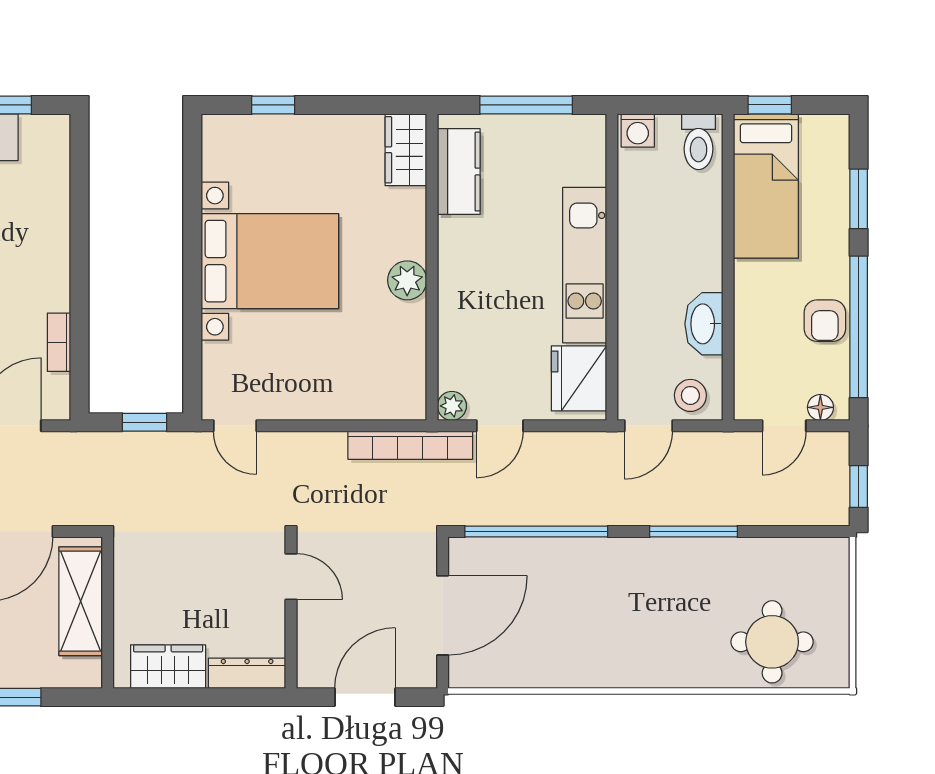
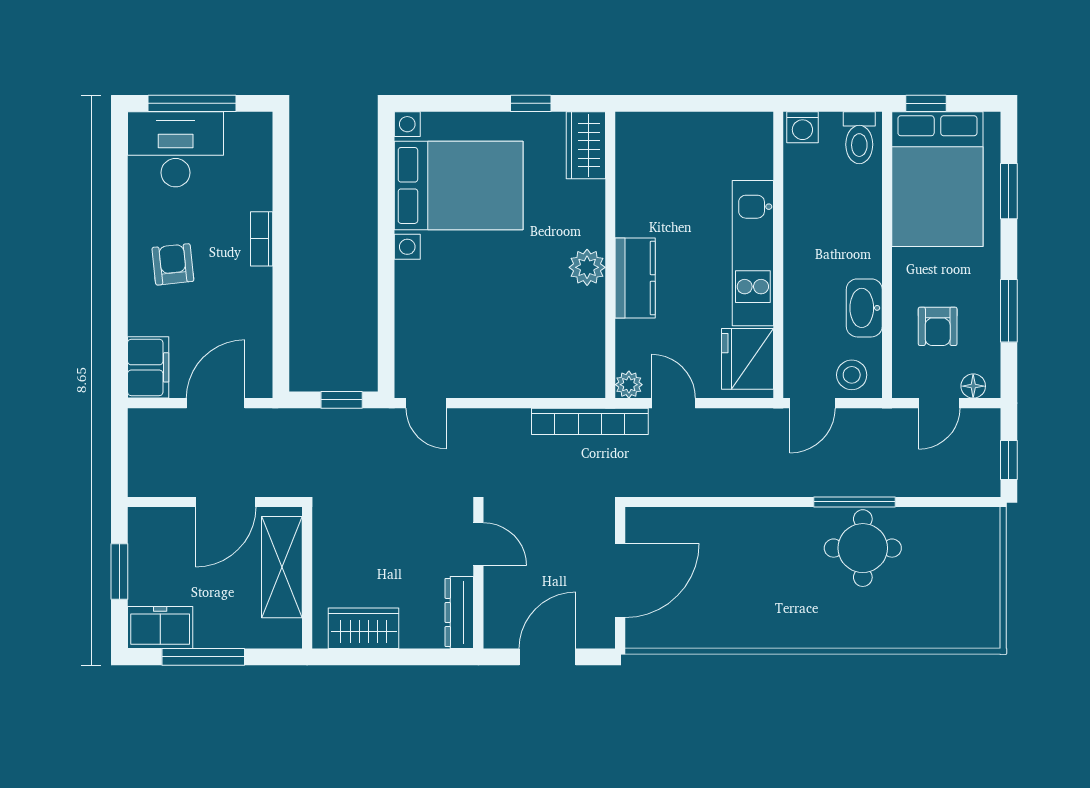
window: (273, 105) -> (531, 103), moved
window: (526, 105) -> (698, 103), removed
kitchen counter: (459, 172) -> (635, 278), moved
bed: (766, 186) -> (937, 179), width x1.50
bed with nightstands: (270, 261) -> (459, 185), moved
armchair: (825, 321) -> (938, 326), moved
window: (859, 327) -> (1009, 311), width x0.47
bookcase: (59, 342) -> (262, 239), moved
door: (500, 426) -> (674, 403), swing flipped
window: (536, 531) -> (708, 502), removed
round table: (772, 642) -> (863, 548), moved
dresser: (247, 673) -> (459, 612), moved, turned -90

